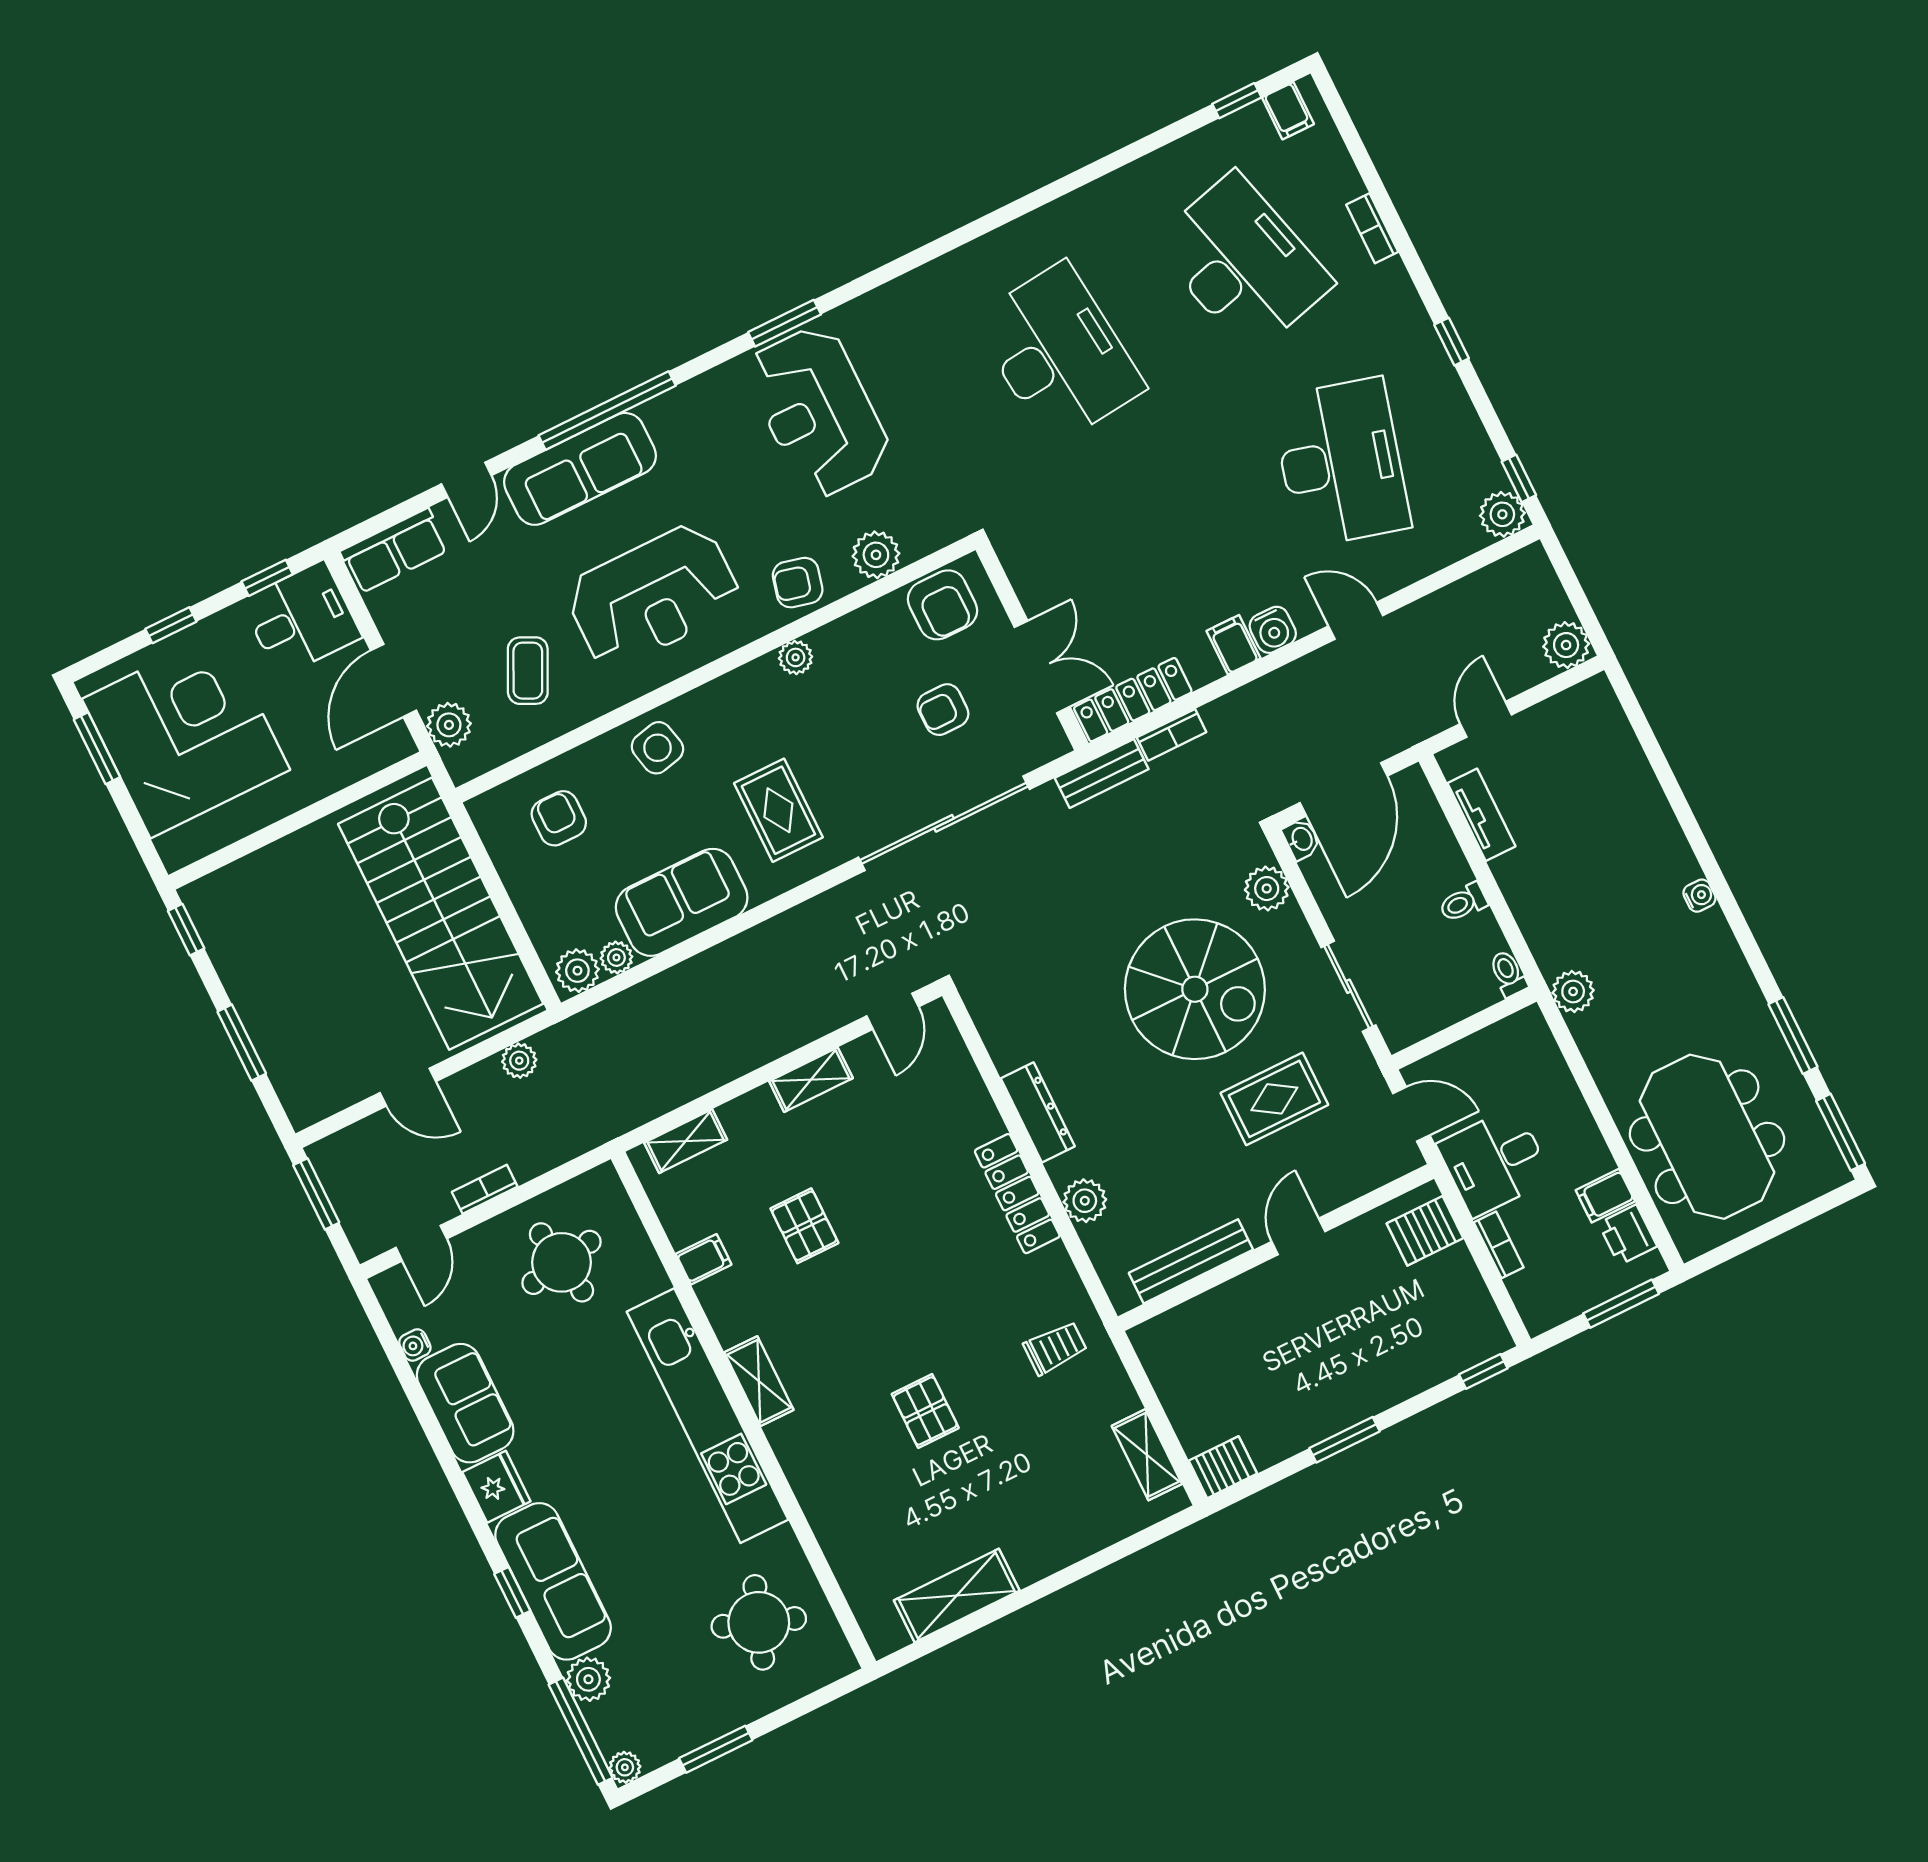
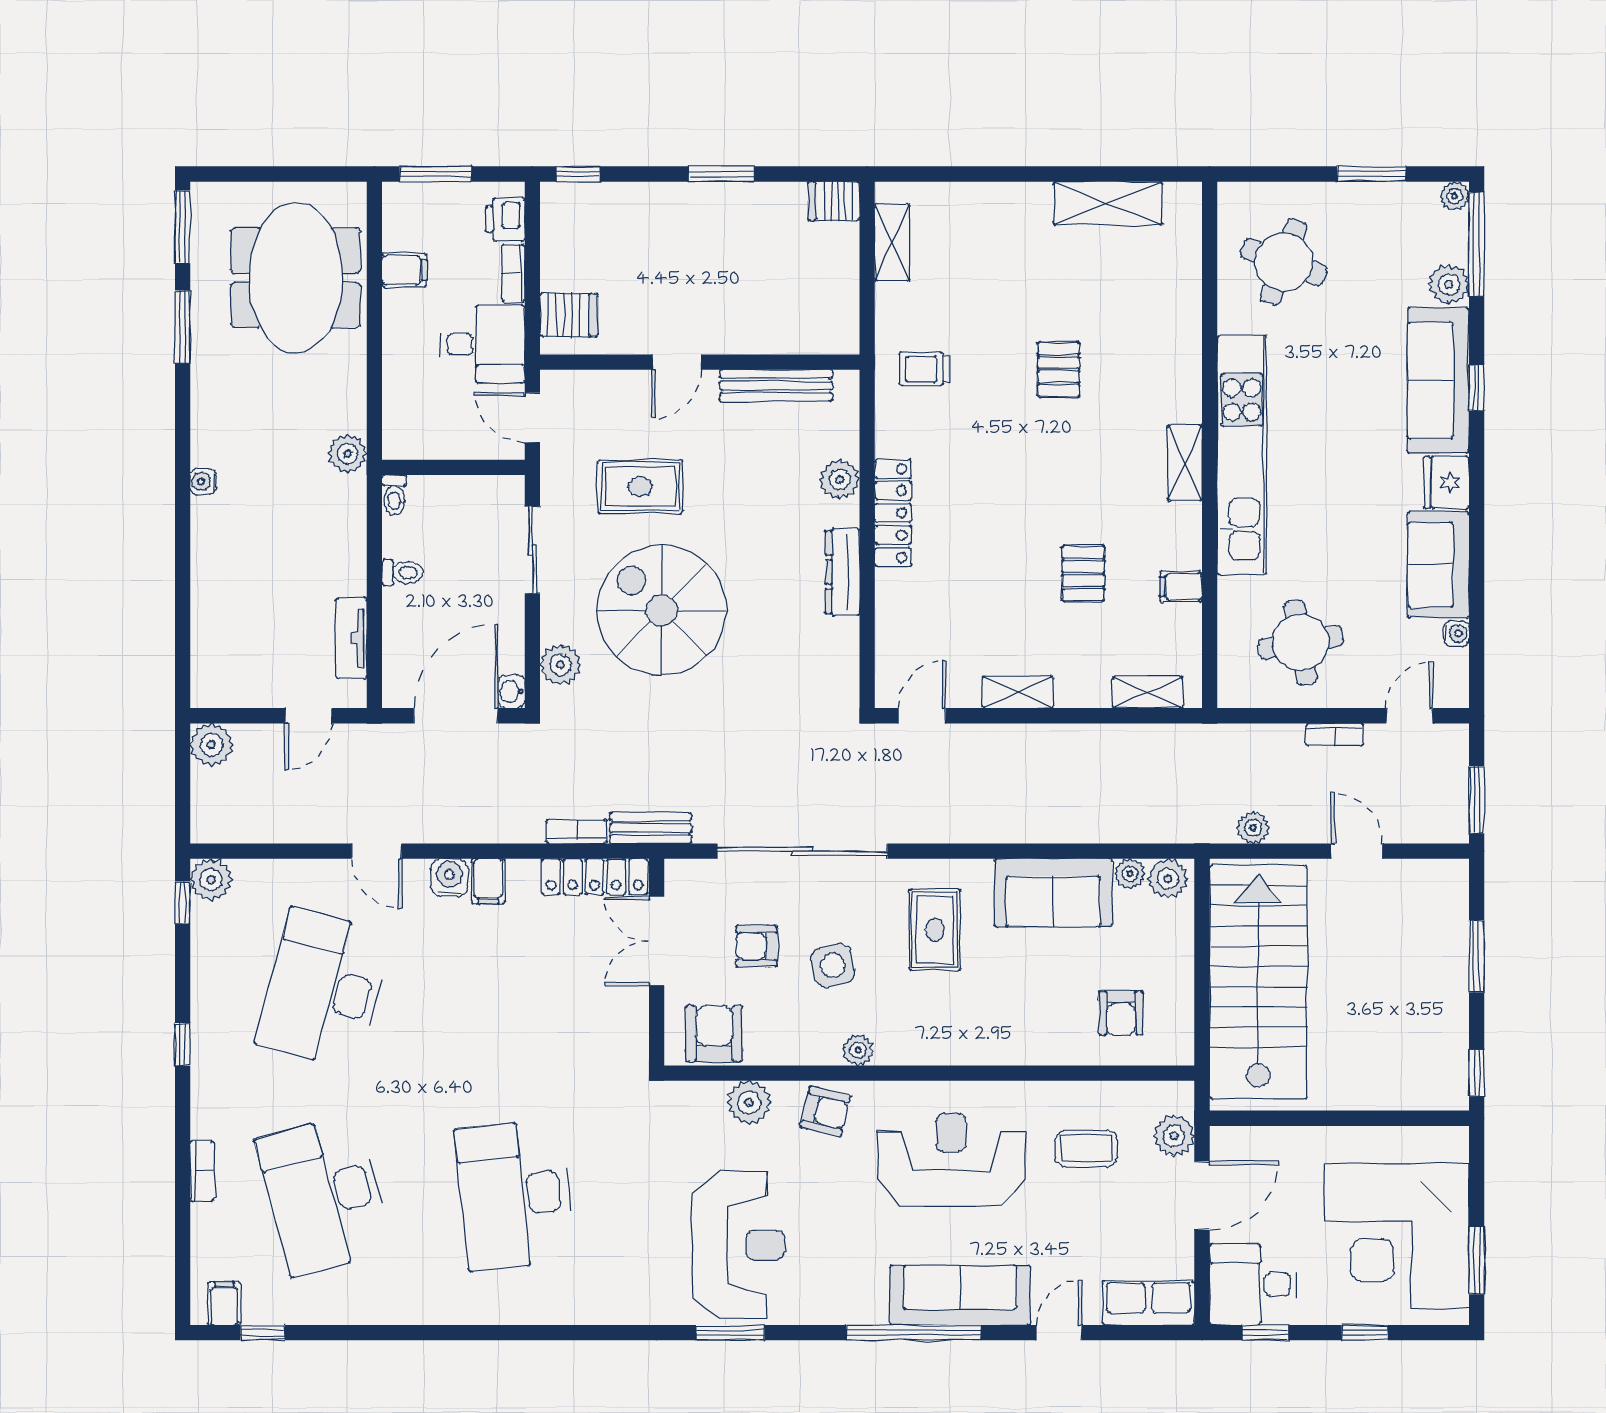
coffee table: (528, 671) -> (1086, 1149), turned 64
armchair: (943, 710) -> (757, 946), turned 180
side table: (657, 748) -> (833, 966), moved
printer: (1628, 1235) -> (505, 219), moved, turned 180

